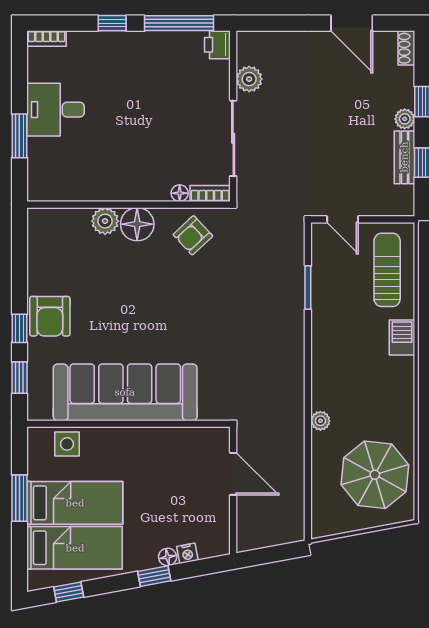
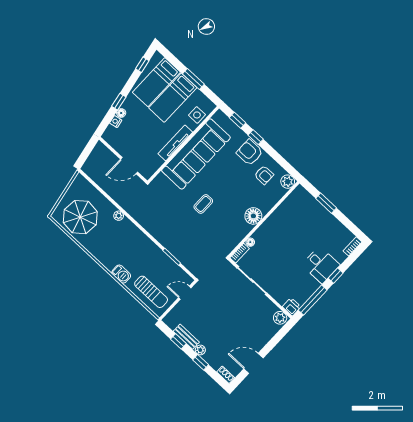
plant: (249, 79) -> (280, 318), moved
desk: (56, 110) -> (321, 265), moved, turned 90
plant: (105, 221) -> (288, 182), moved
armchair: (193, 235) -> (264, 175), moved, turned 133
coffee table: (188, 314) -> (203, 204), added
tv unit: (137, 437) -> (175, 143), added

